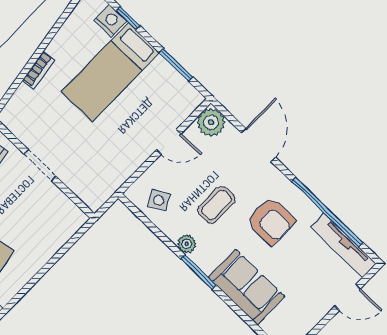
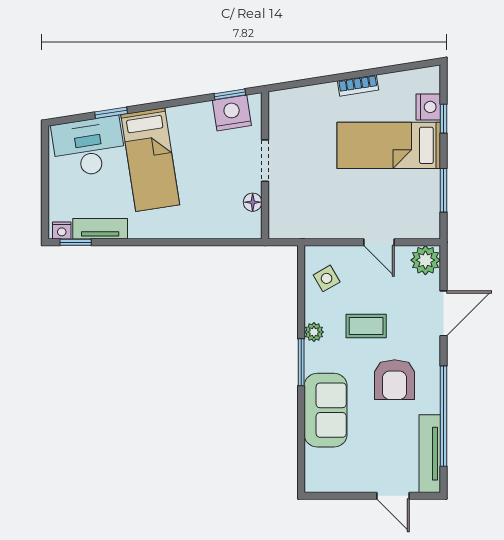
bookcase: (39, 70) -> (358, 85), moved
floor lamp: (60, 200) -> (253, 202), added

